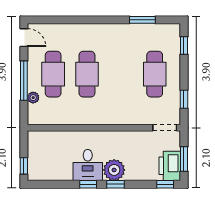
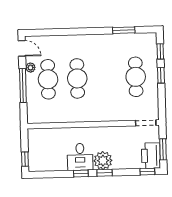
plant: (33, 98) -> (30, 68), moved
window: (184, 99) -> (161, 75), moved

